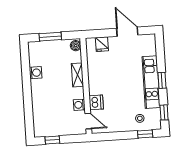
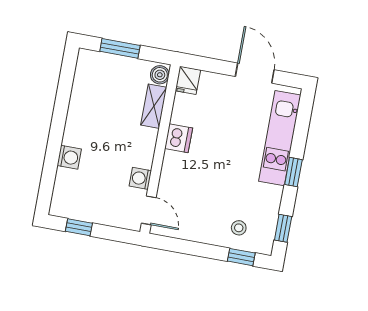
fridge: (102, 44) -> (188, 80), moved
washing machine: (36, 73) -> (69, 157), moved
shelving: (77, 75) -> (154, 106), moved
kitchen unit: (151, 82) -> (280, 138), moved
dishwasher: (96, 102) -> (179, 138), moved

